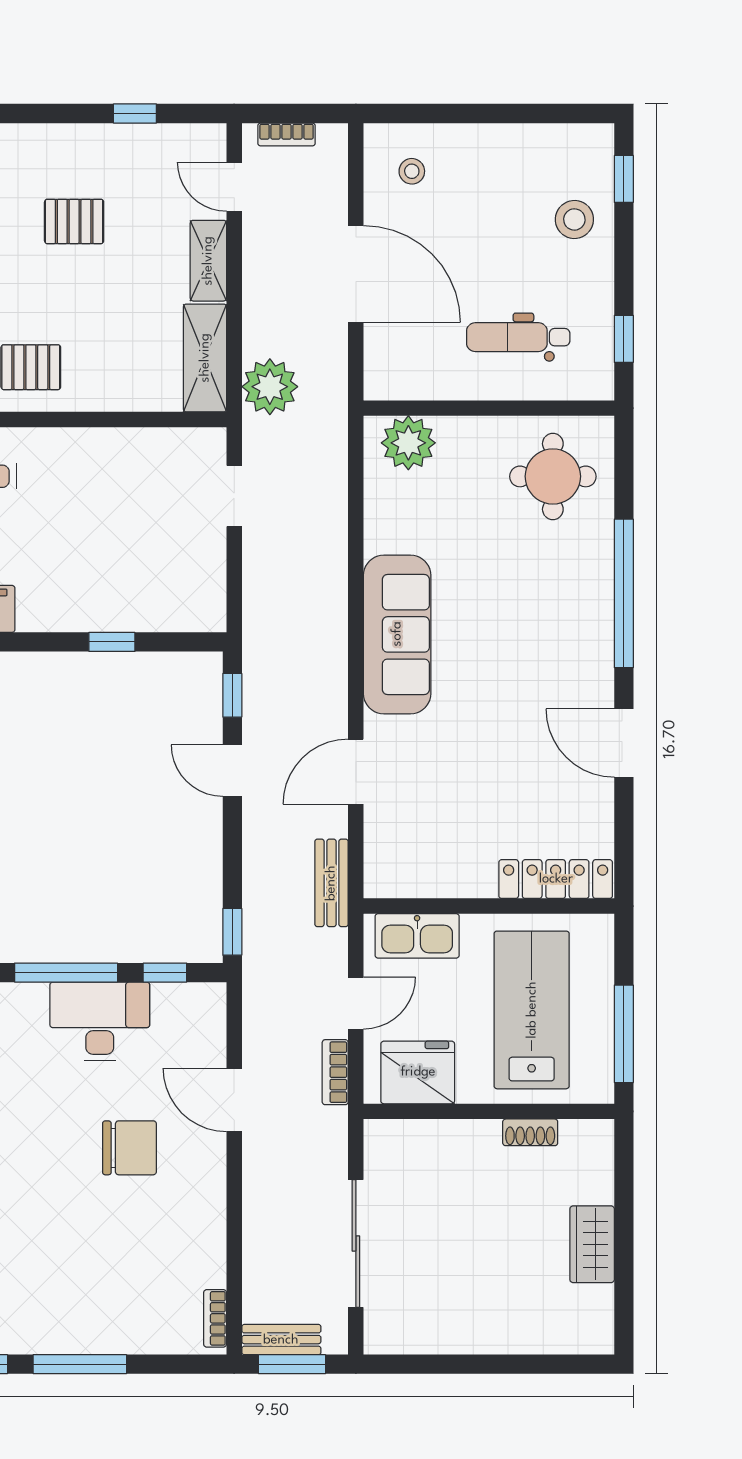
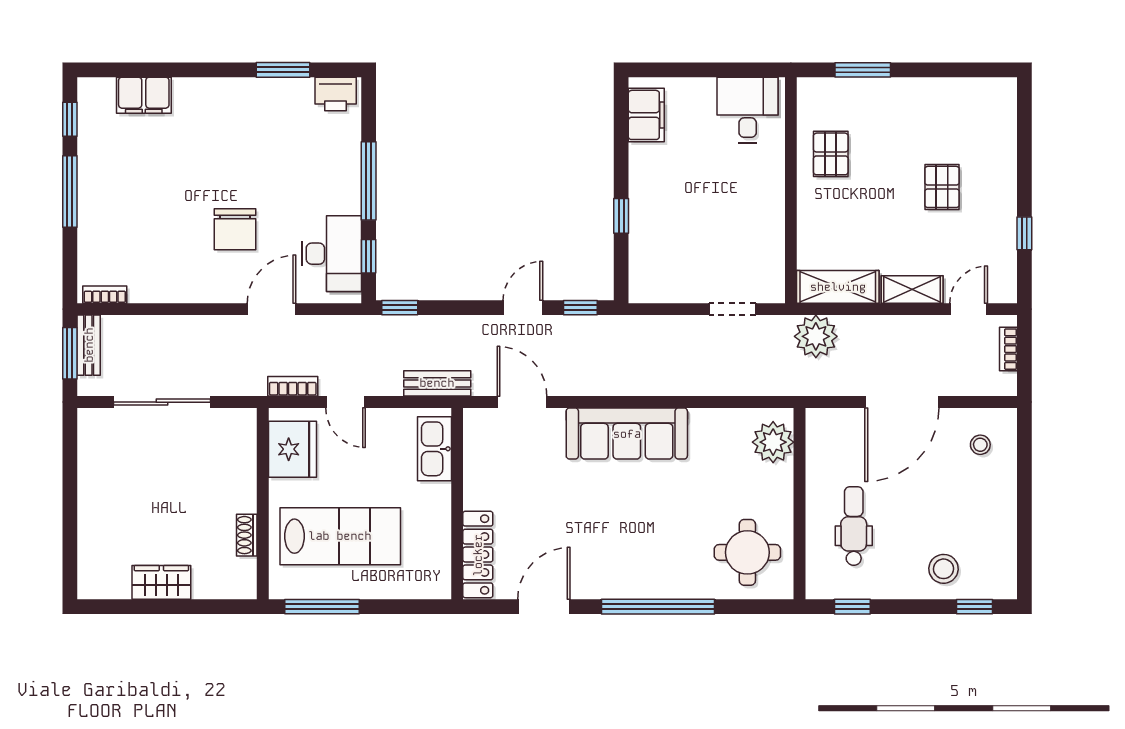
locker: (556, 879) -> (478, 555), moved
wall: (489, 906) -> (457, 504), moved
kitchen sink: (417, 936) -> (434, 449), moved
desk: (100, 1021) -> (332, 254), moved

